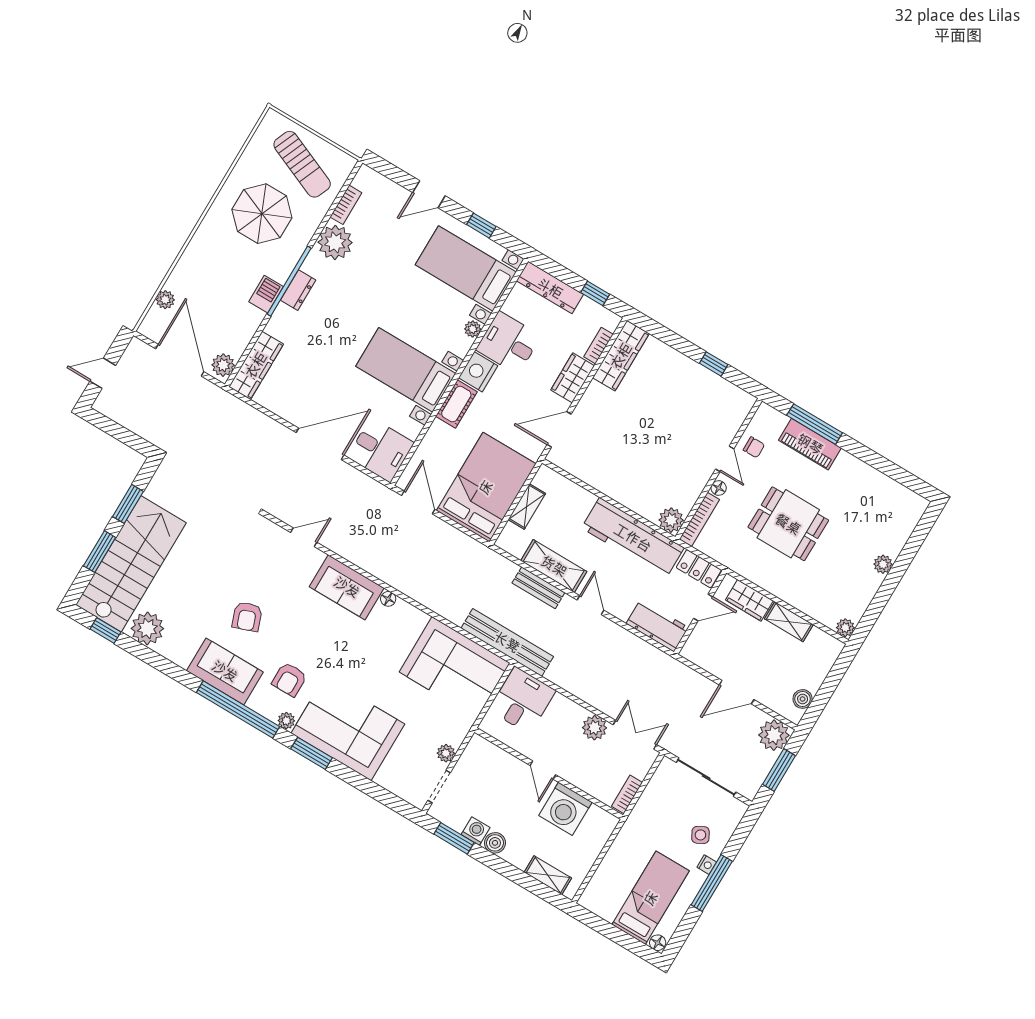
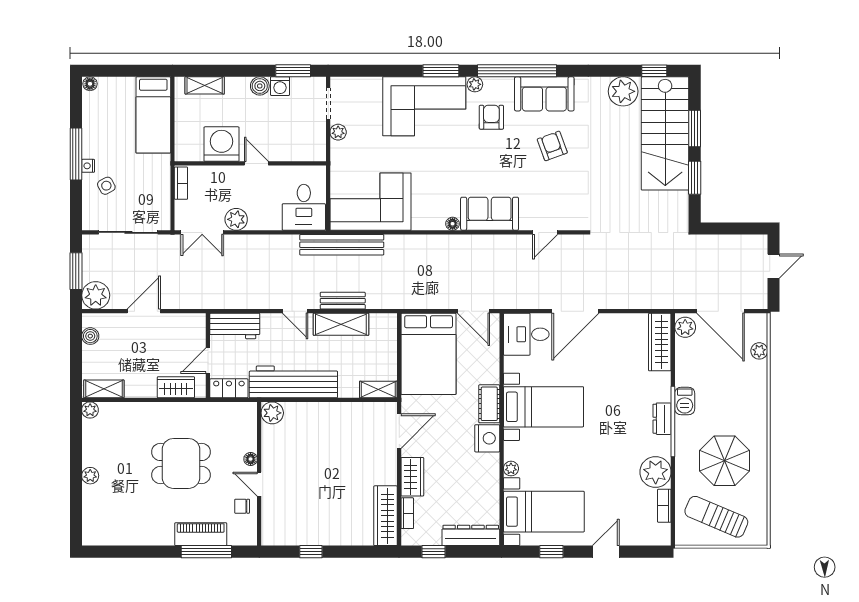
desk: (508, 343) -> (477, 474), removed
shelving: (527, 506) -> (378, 390), moved, turned 90
bookcase: (699, 519) -> (251, 426), removed
shelving: (789, 622) -> (104, 389), moved
bed: (651, 898) -> (153, 115), moved

